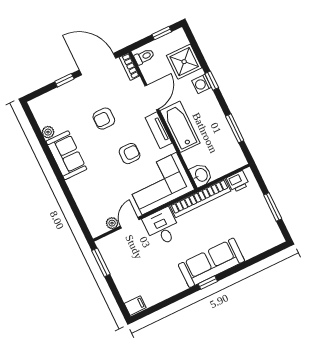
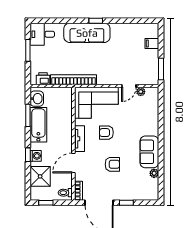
bathtub: (180, 127) -> (38, 125), moved, turned 180
washbasin: (201, 175) -> (37, 99), moved, turned 180
desk: (162, 227) -> (42, 34), moved, turned 90
filing cabinet: (135, 306) -> (152, 43), moved

